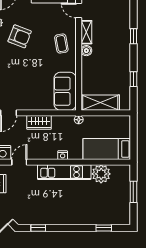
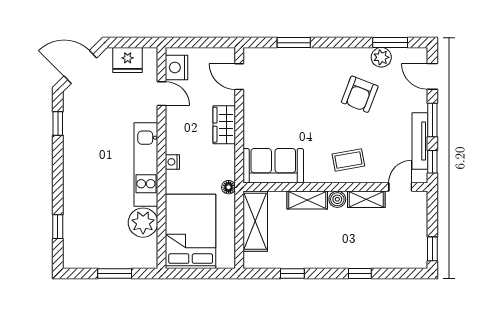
shelving: (87, 70) -> (307, 200), added
bed: (107, 149) -> (191, 231), width x1.50

